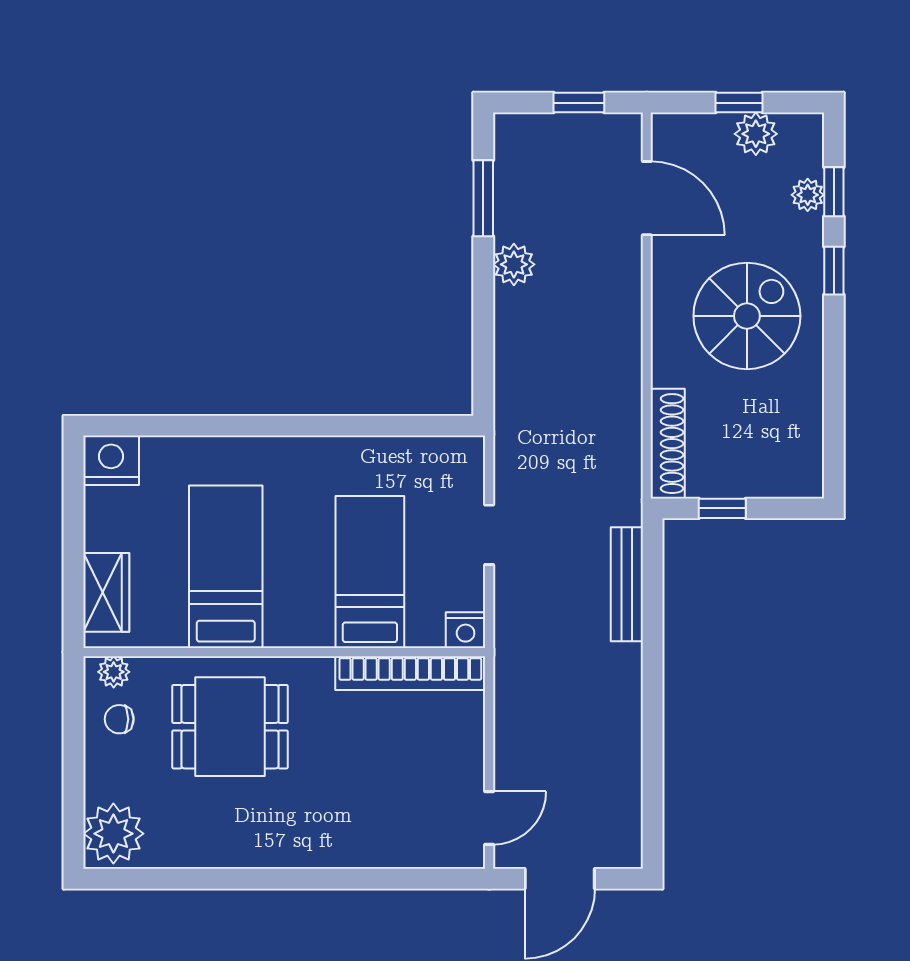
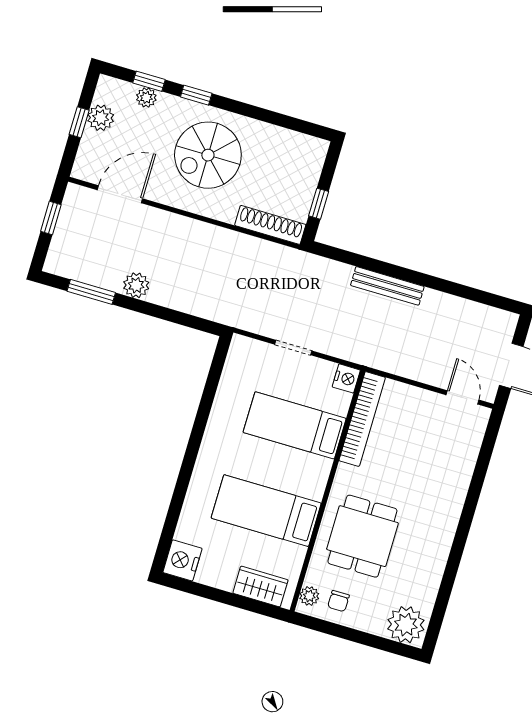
spiral stairs: (747, 316) -> (208, 155), turned -90
bench: (627, 584) -> (387, 286), moved

